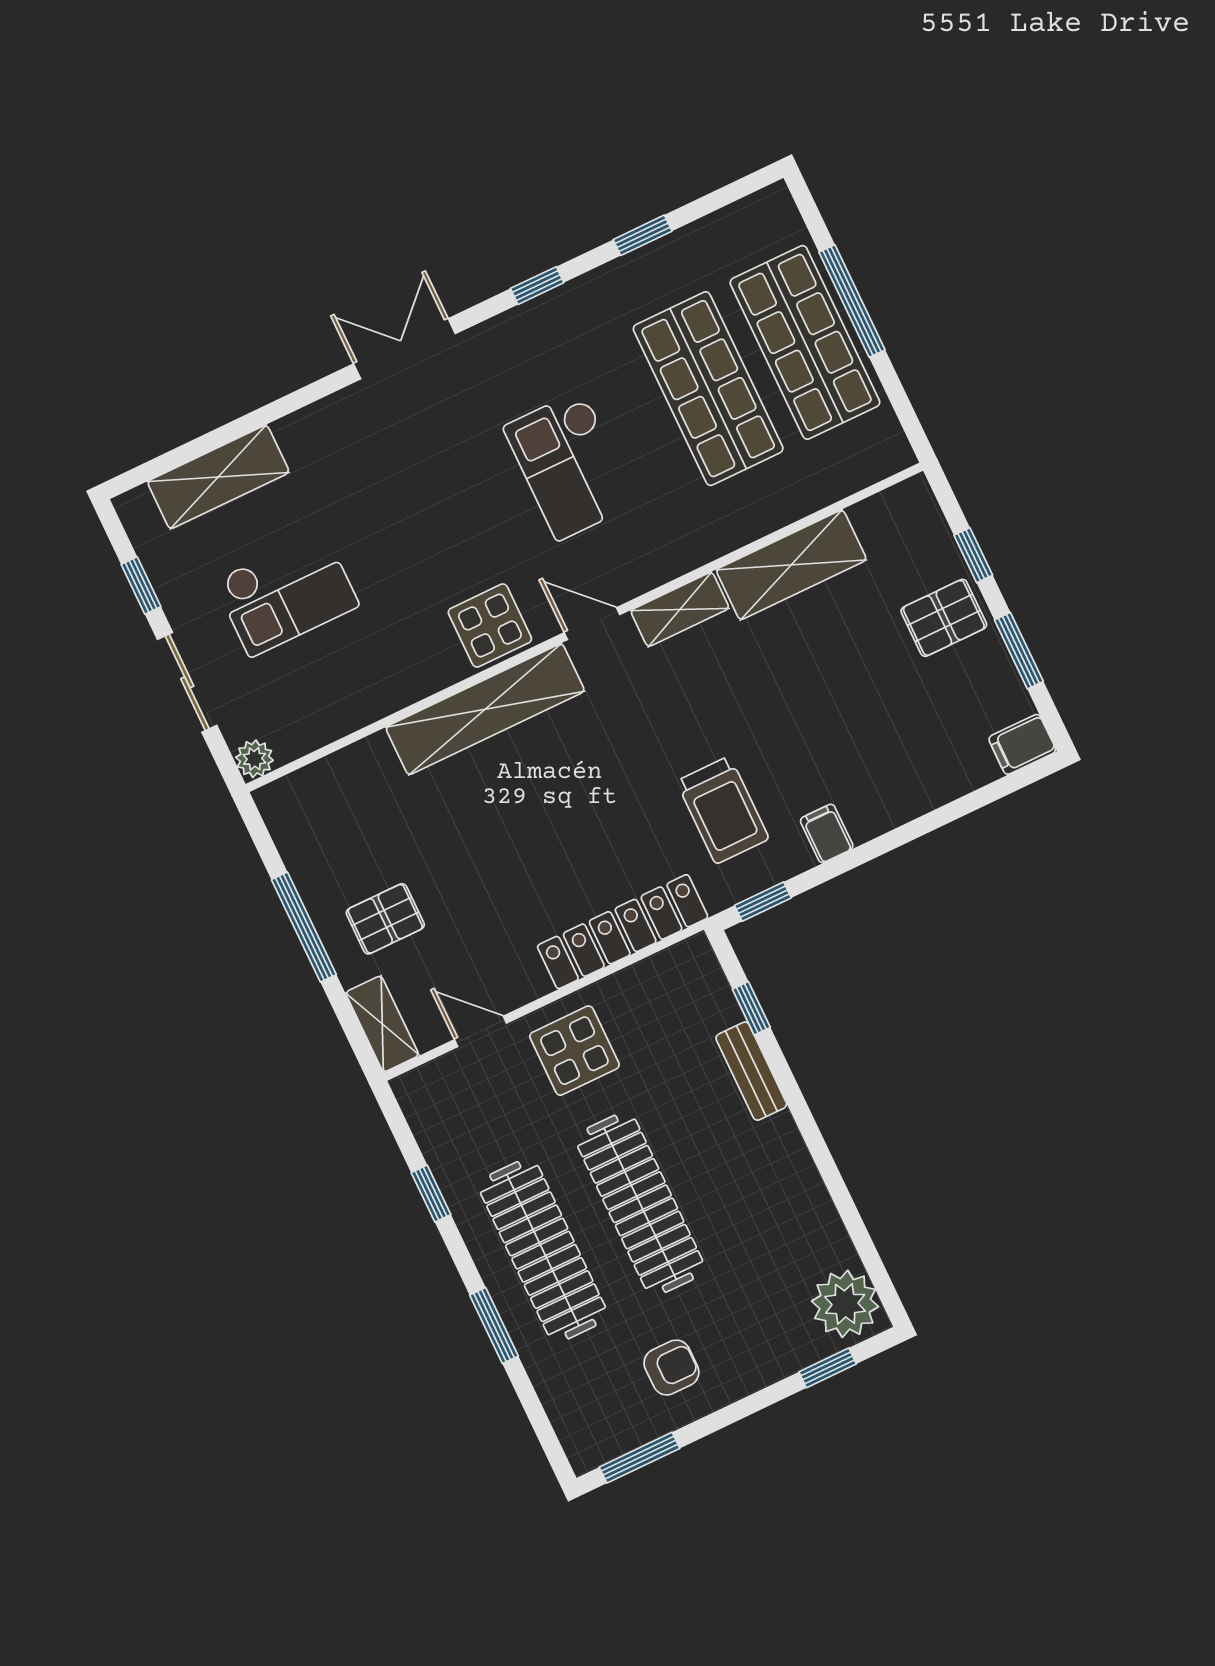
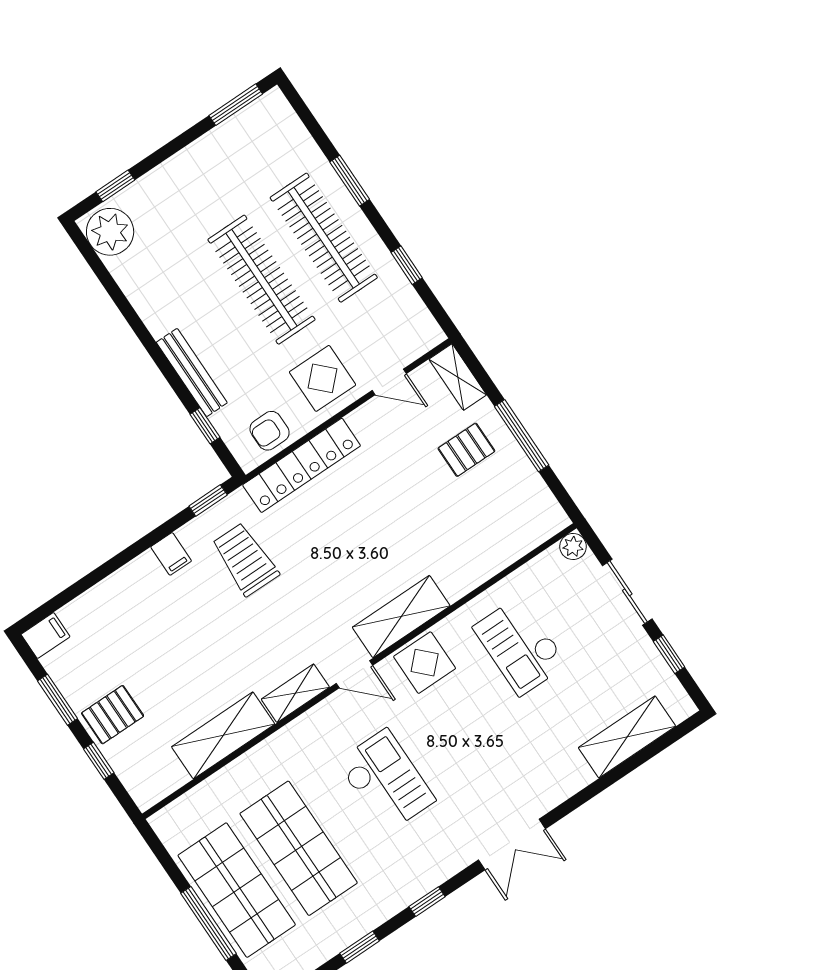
checkout: (287, 593) -> (520, 646), moved, turned -90
shelving: (485, 709) -> (401, 617), width x0.68
bench: (751, 1071) -> (192, 372), width x1.36
armchair: (671, 1368) -> (270, 431), moved

